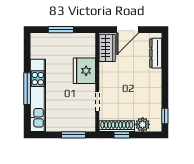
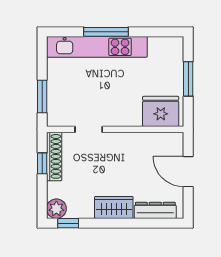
wardrobe: (107, 48) -> (114, 207), moved, turned 180
fridge: (84, 71) -> (161, 111), moved
plant: (143, 124) -> (56, 209), moved

